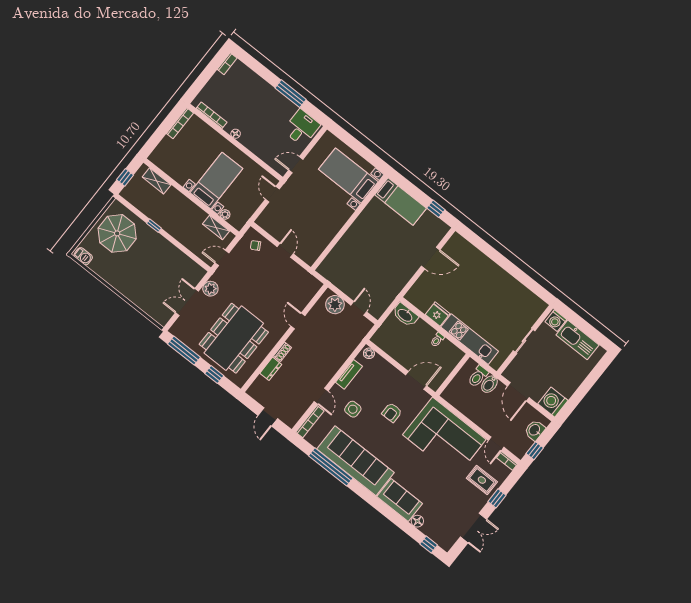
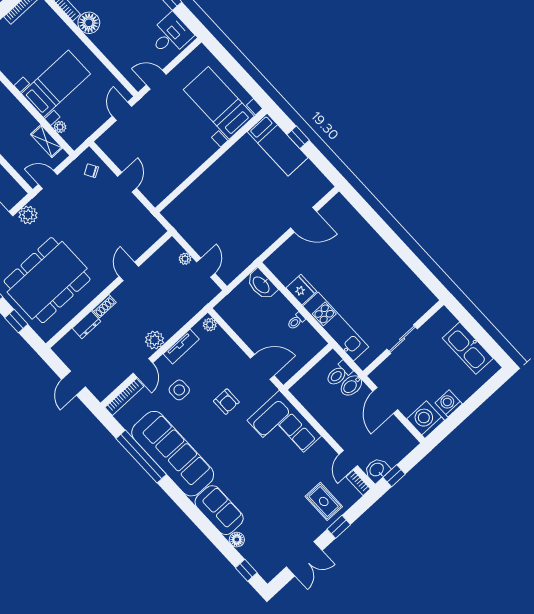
floor lamp: (236, 134) -> (89, 23), width x1.89, depth x1.89
window: (436, 209) -> (298, 137), moved
plant: (335, 305) -> (185, 259), width x0.53, depth x0.53
washing machine: (556, 321) -> (449, 403), moved, turned 90
plant: (327, 372) -> (155, 340), added
armchair: (392, 413) -> (226, 402), turned -90
washbasin: (535, 430) -> (377, 470), moved
corner sofa: (444, 437) -> (284, 428), width x0.73, depth x0.74

